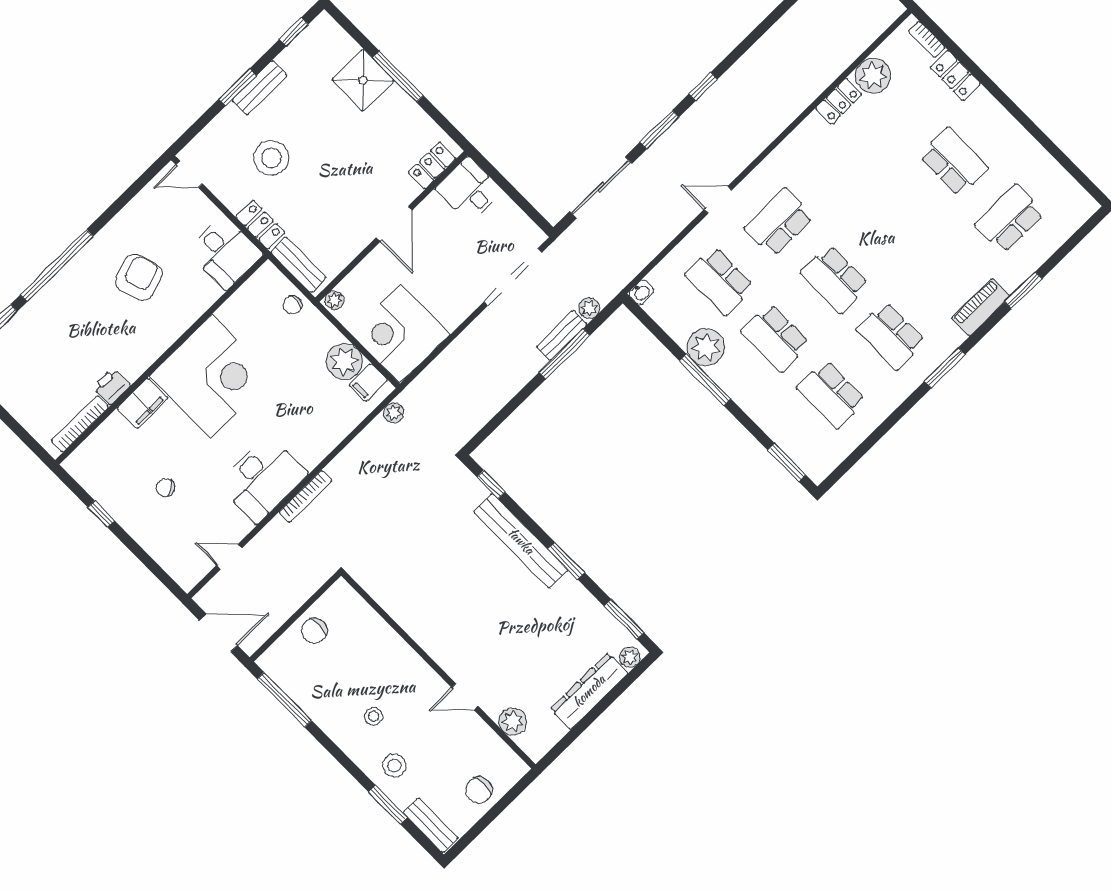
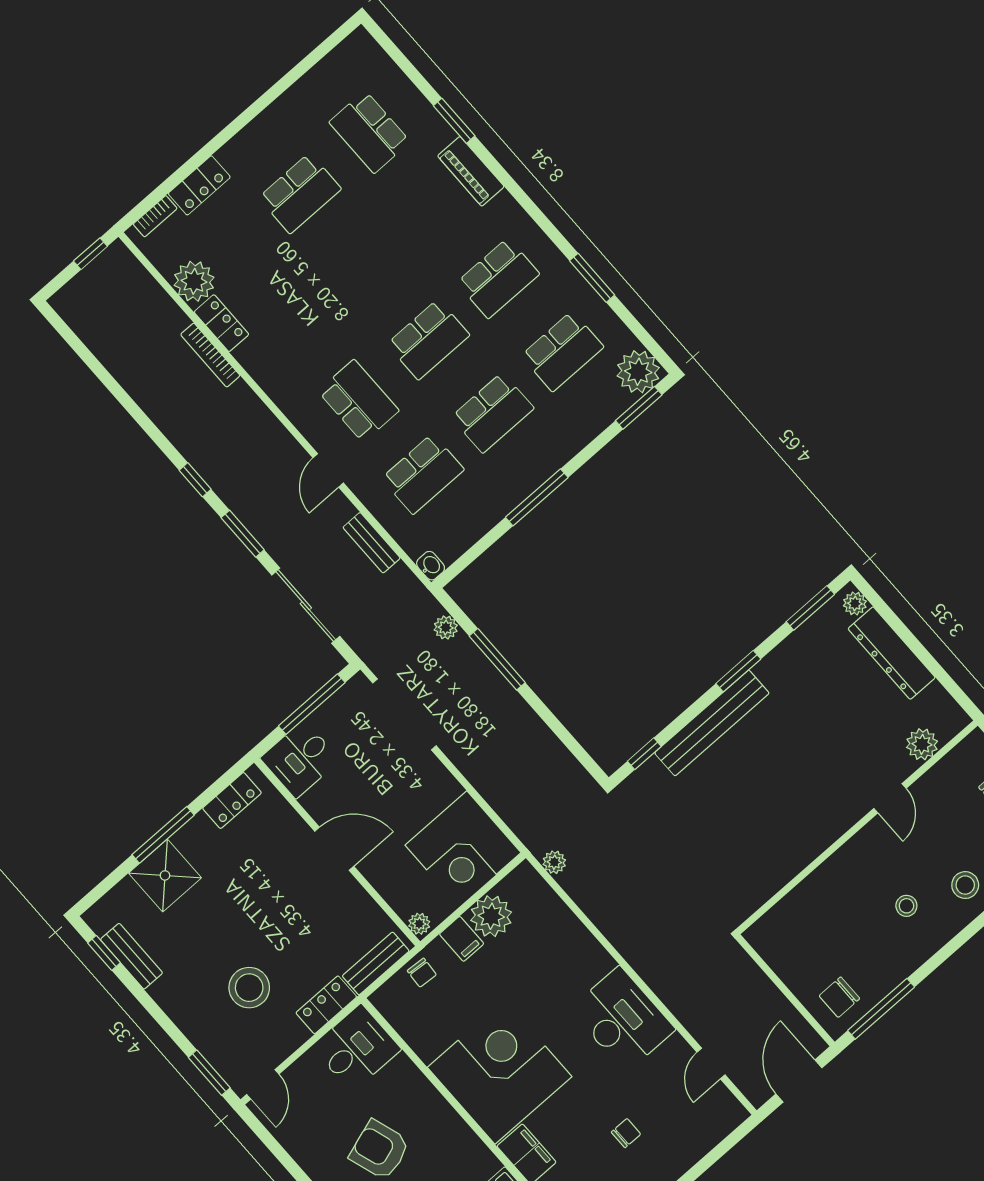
window: (238, 87) -> (209, 1073), moved
bench: (260, 88) -> (132, 956), moved
school desk: (954, 162) -> (300, 193), turned 180
locker: (432, 166) -> (232, 800), moved, turned -90
window: (517, 197) -> (312, 704), added
school desk: (779, 222) -> (358, 401), turned 180
bench: (562, 335) -> (372, 543), moved
plant: (706, 347) -> (638, 372), moved
window: (945, 368) -> (592, 278), moved
filing cabinet: (368, 383) -> (462, 939), moved
chair: (165, 488) -> (626, 1133), turned -146
bookcase: (306, 497) -> (210, 355), moved, turned 180
chair: (314, 631) -> (839, 997), moved, turned 90

